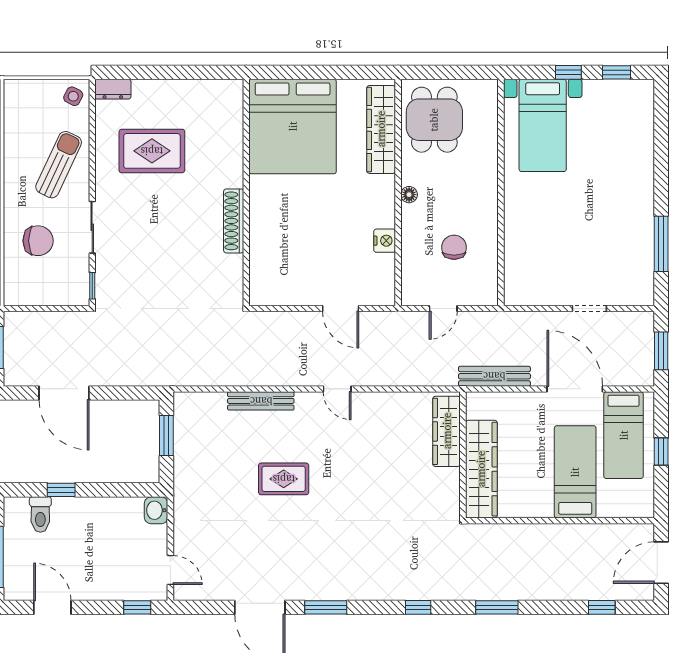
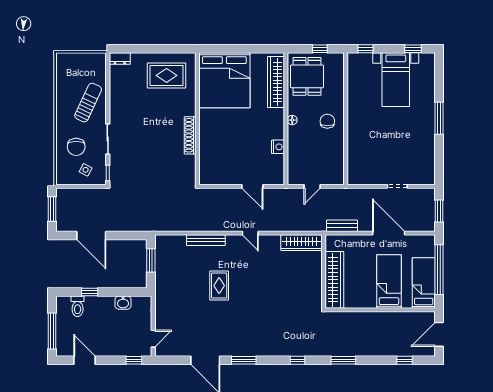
window: (456, 72) -> (320, 49), added
window: (568, 72) -> (365, 49), moved
side table: (73, 96) -> (86, 170), moved
bed with nightstands: (543, 125) -> (396, 80), moved
rug: (152, 151) -> (167, 75), moved
chair: (38, 241) -> (76, 147), turned 90
window: (661, 244) -> (439, 118), moved
chair: (454, 247) -> (327, 121), moved
bench: (494, 376) -> (342, 226), width x0.73
wardrobe: (447, 431) -> (301, 243), moved, turned -90
bed: (624, 435) -> (424, 283), moved, turned 180
window: (661, 452) -> (439, 270), width x3.17
rug: (284, 479) -> (219, 286), turned 90
washbasin: (156, 510) -> (123, 303), moved, turned -90
door: (170, 570) -> (153, 339), hinge flipped

